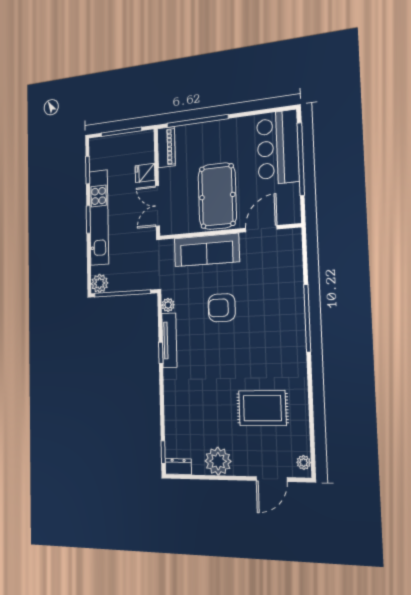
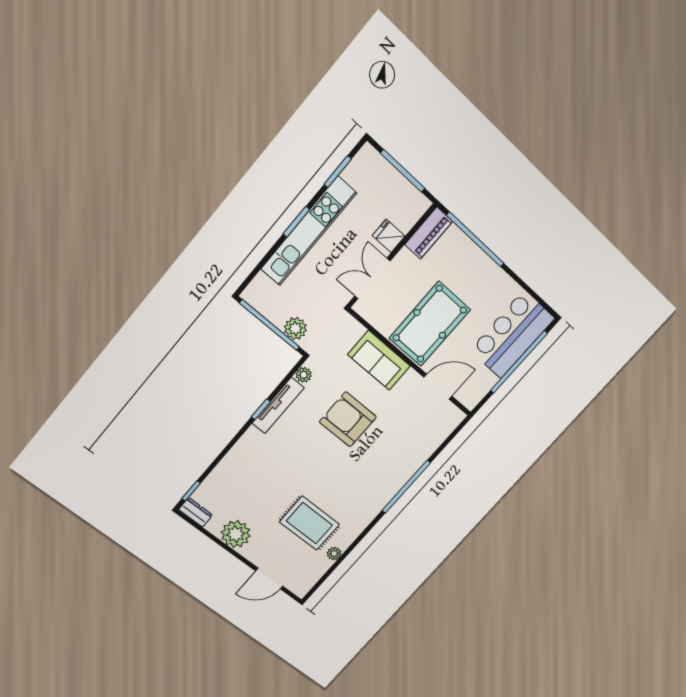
sofa: (207, 250) -> (379, 360), width x0.73
plant: (100, 283) -> (295, 329), moved
armchair: (222, 308) -> (348, 419), width x1.36, depth x1.36
plant: (304, 462) -> (334, 553), moved

